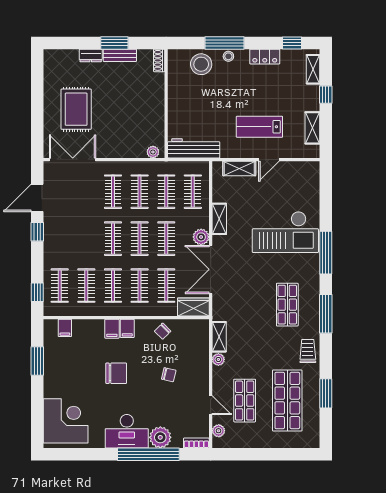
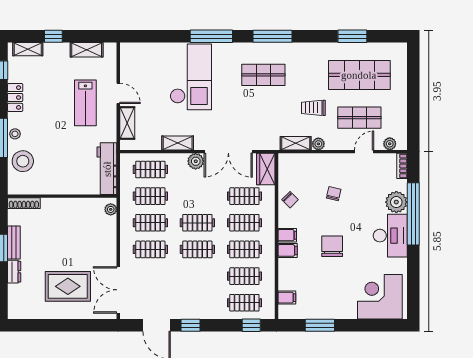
shoe rack: (159, 60) -> (24, 203), width x1.43
clothes rail: (166, 239) -> (197, 196), removed
trolley: (308, 351) -> (313, 108), moved

